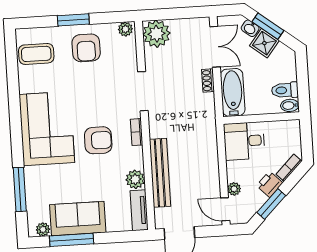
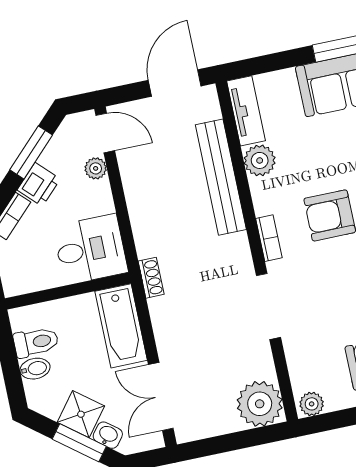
shoe rack: (208, 81) -> (151, 278), moved
bidet: (290, 105) -> (35, 369), moved

